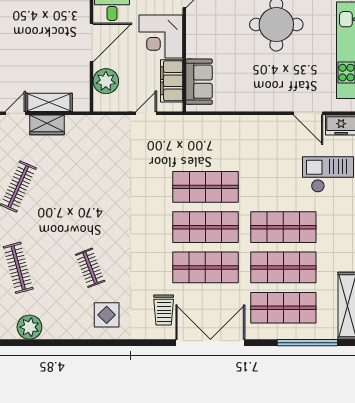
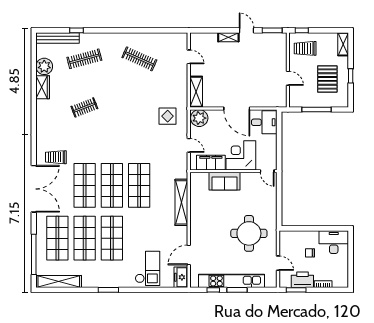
plant: (106, 81) -> (199, 118), moved
sofa: (199, 82) -> (224, 181), moved
shelving: (49, 102) -> (196, 92), moved
shelving: (230, 124) -> (181, 202), added
wardrobe: (47, 125) -> (43, 87), moved, turned 180
display table: (107, 315) -> (168, 116), moved

